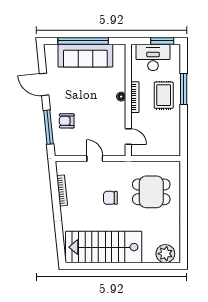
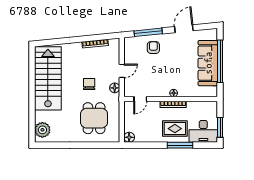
desk: (153, 57) -> (203, 131), moved, turned 90
floor lamp: (174, 150) -> (129, 137), added
floor lamp: (115, 167) -> (115, 88), added

